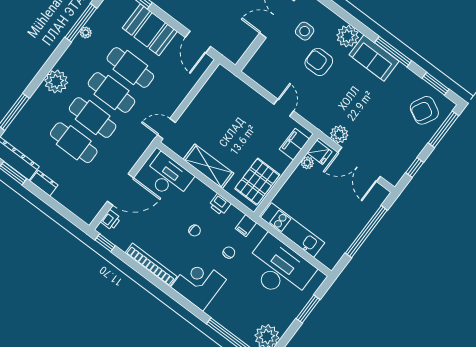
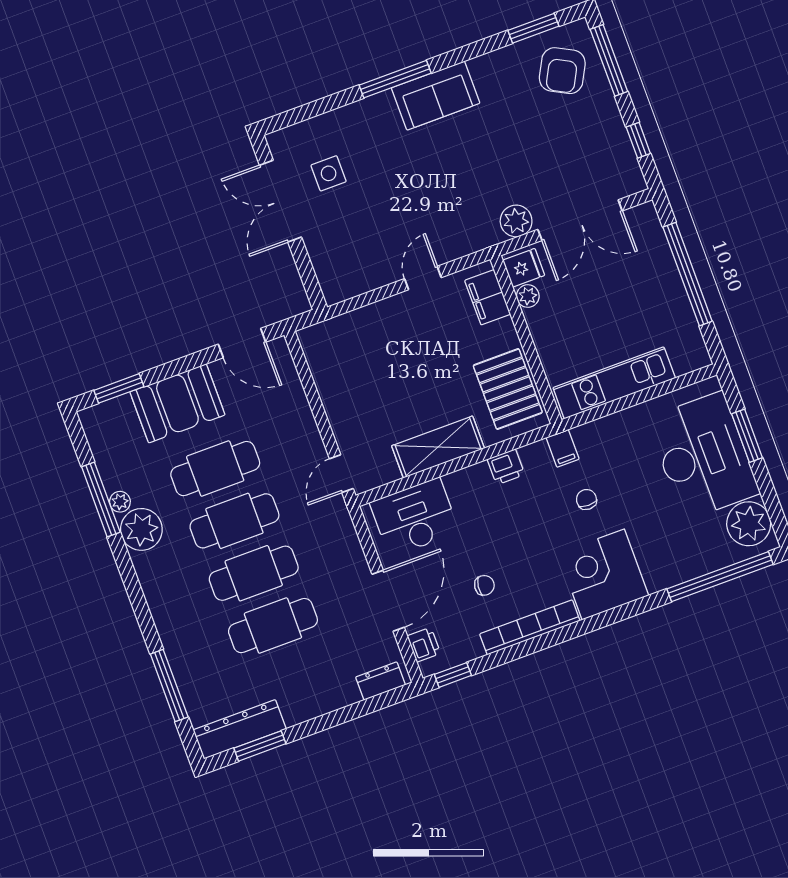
plant: (348, 36) -> (377, 114), removed
window: (393, 52) -> (395, 79), moved
armchair: (319, 62) -> (388, 182), removed
plant: (56, 82) -> (141, 529), moved
door: (284, 108) -> (423, 278), hinge flipped
dresser: (44, 183) -> (380, 681), moved
chair: (195, 231) -> (484, 585), moved
desk: (279, 269) -> (703, 456), moved, turned 90

